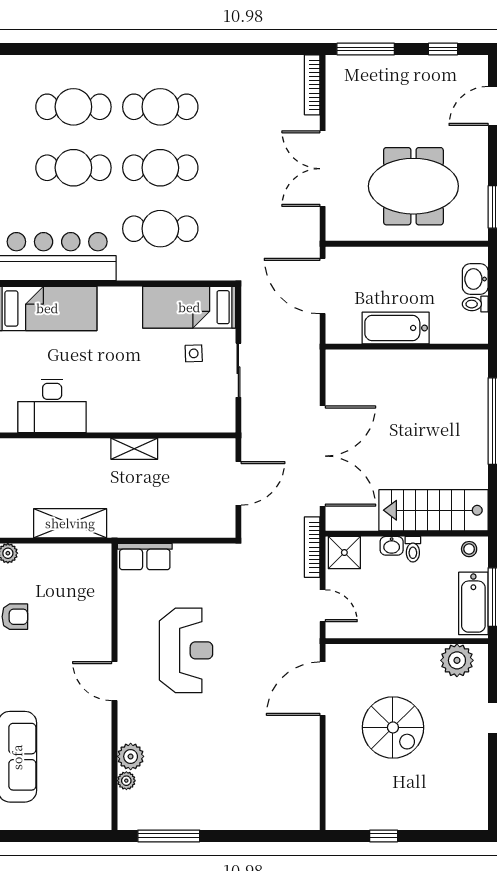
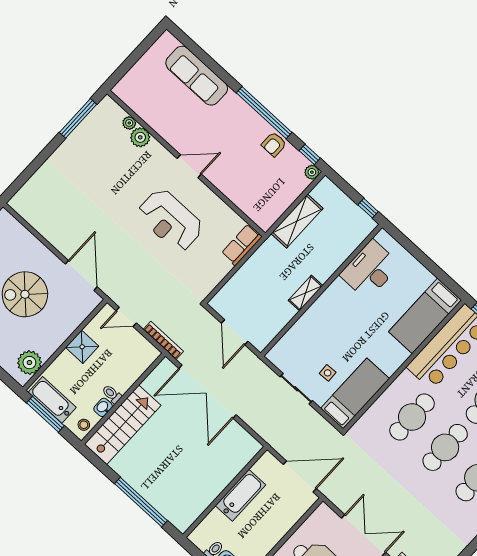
washbasin: (392, 546) -> (103, 407), moved
shower: (344, 553) -> (82, 347), moved

